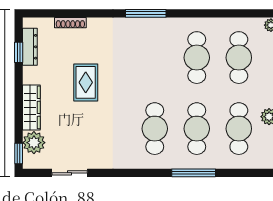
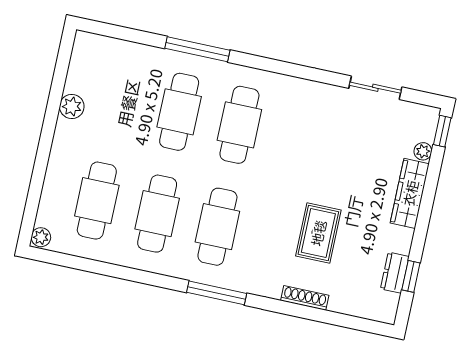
shoe rack: (70, 23) -> (305, 298), moved
dresser: (30, 47) -> (395, 273), width x0.70
rug: (86, 82) -> (318, 233), moved
cafe table: (239, 129) -> (217, 227), moved
plant: (34, 143) -> (423, 151), width x0.53, depth x0.53

